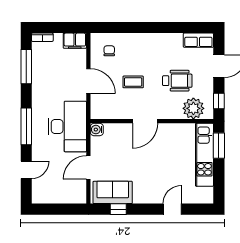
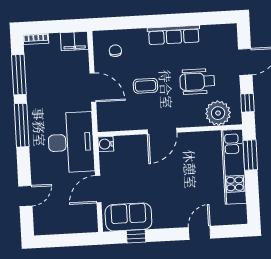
row of seats: (198, 40) -> (174, 35), moved, width x1.48
wheelchair: (177, 81) -> (197, 81), turned 180
window: (26, 126) -> (22, 125), moved

